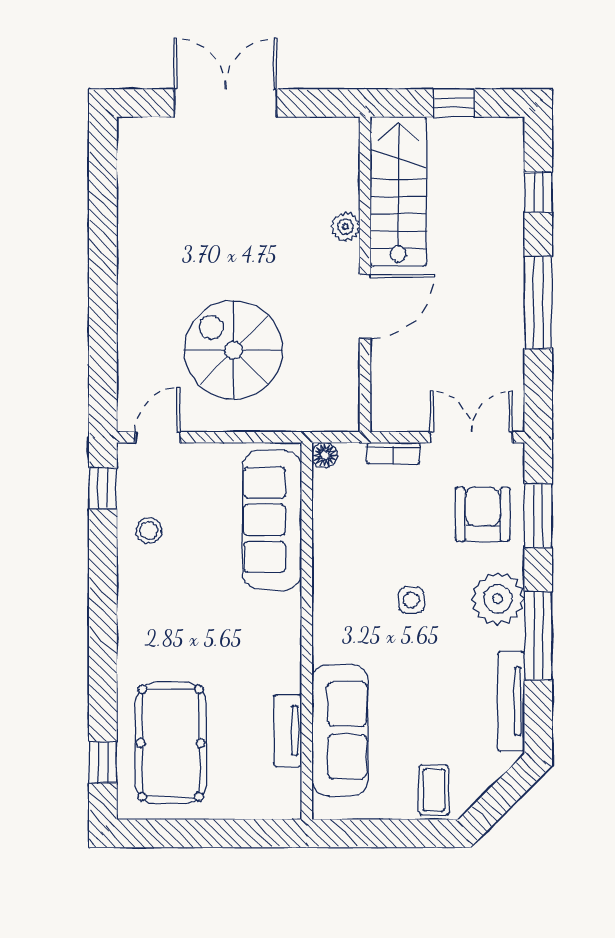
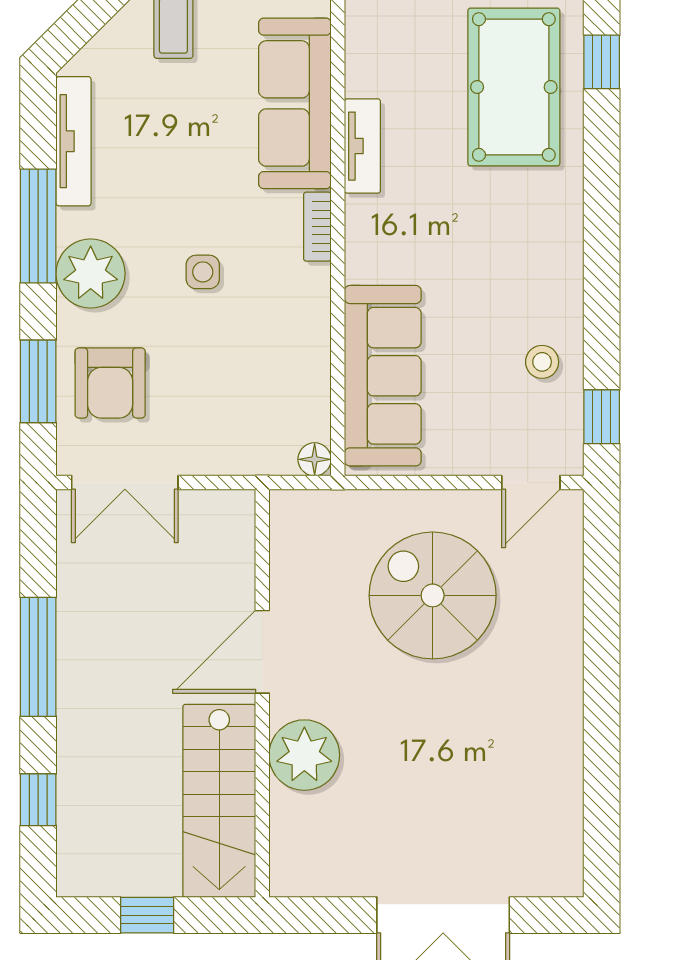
plant: (345, 227) -> (304, 755), width x1.88, depth x1.88
spiral stairs: (234, 350) -> (433, 595), turned 180
bookcase: (393, 453) -> (317, 227), moved, turned -90
tv unit: (288, 731) -> (362, 146), moved

